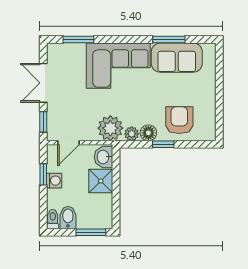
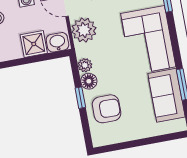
plant: (110, 128) -> (84, 30), moved

